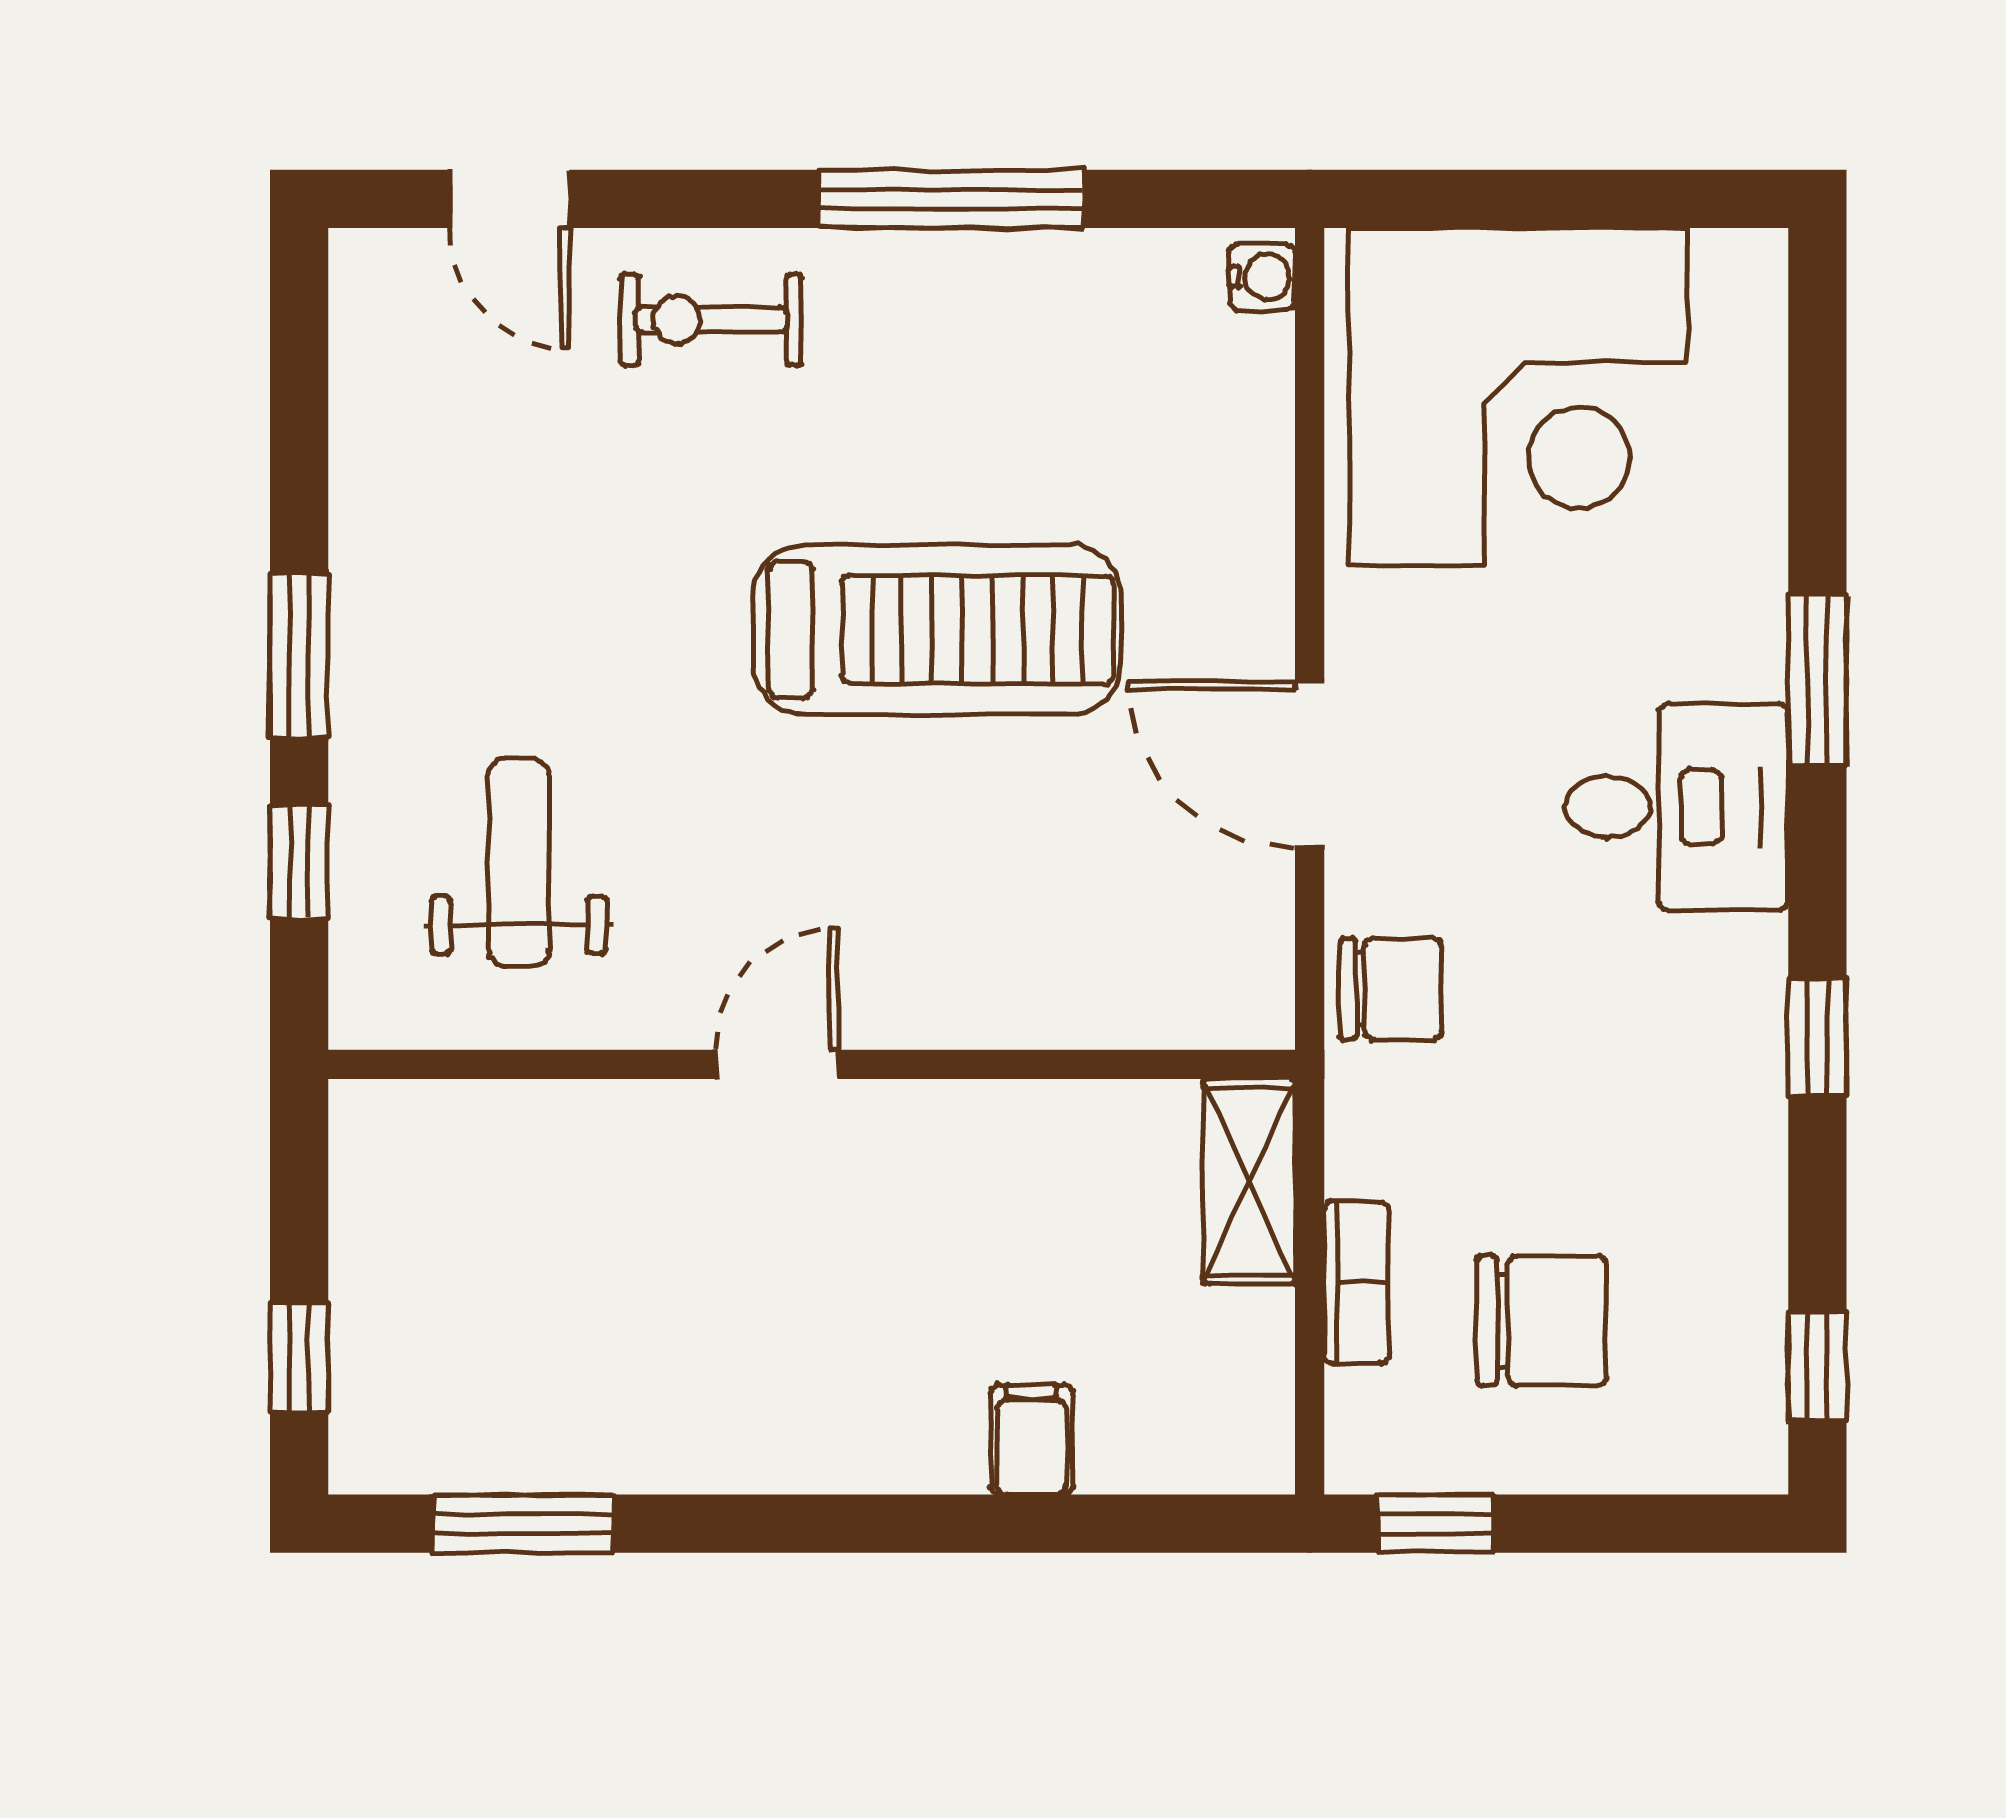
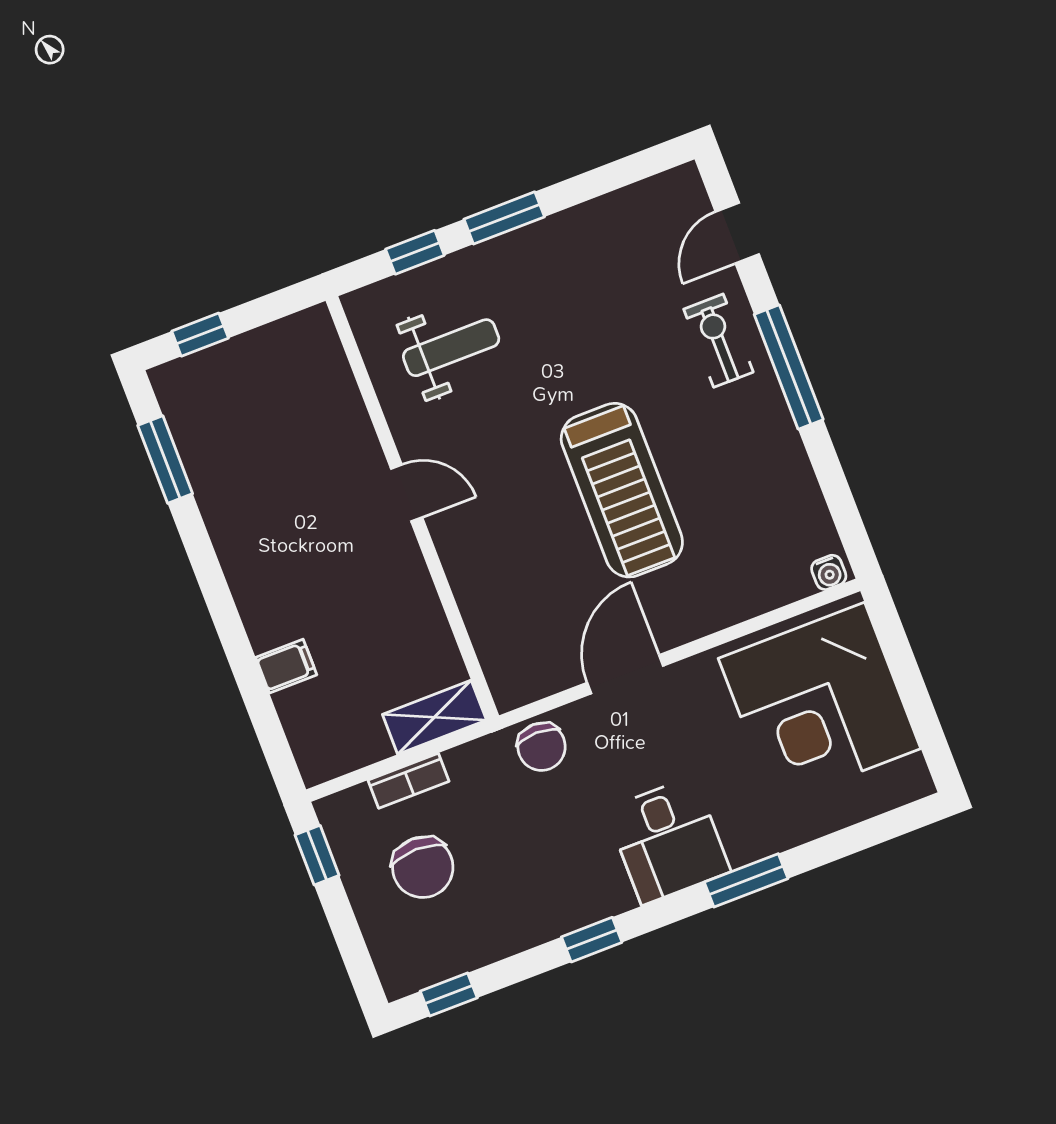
window: (951, 199) -> (789, 367), moved

